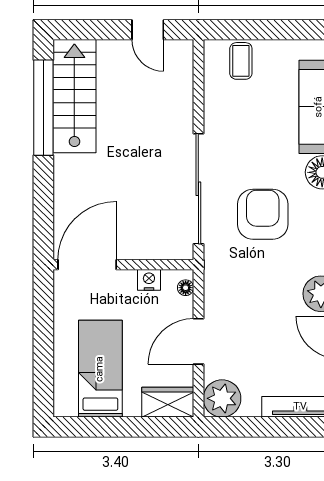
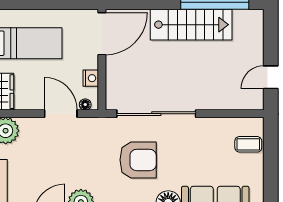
stairs: (74, 96) -> (191, 25), moved
door: (87, 265) -> (102, 34), hinge flipped
door: (198, 341) -> (61, 114), moved

